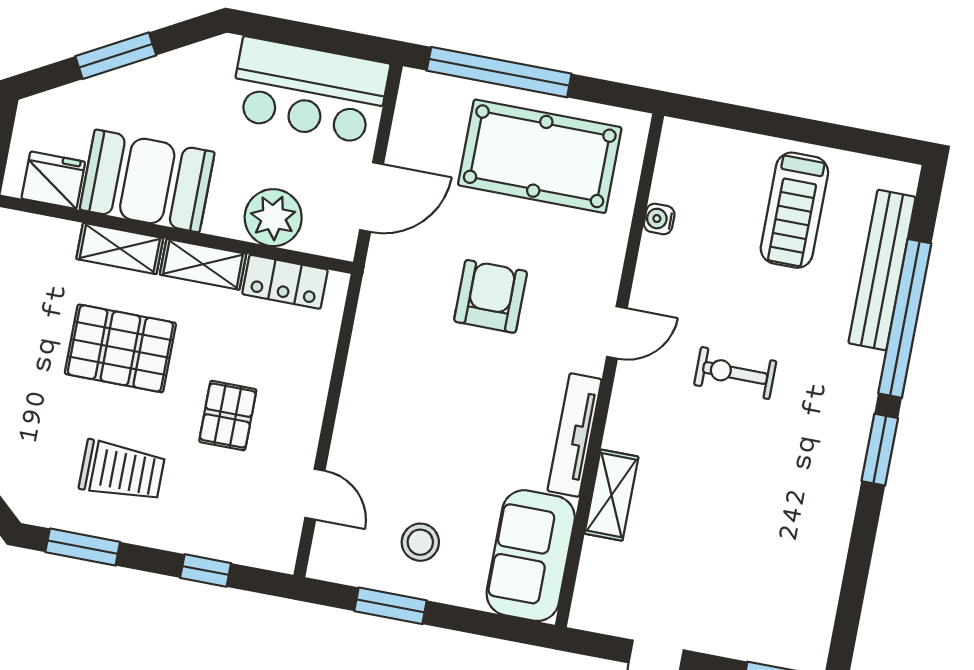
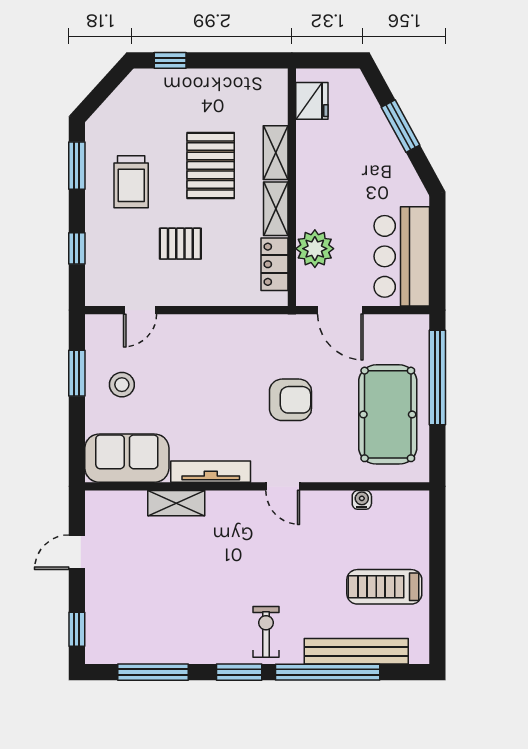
booth: (147, 181) -> (323, 162), removed
exercise bike: (735, 373) -> (266, 632), moved
window: (855, 577) -> (153, 672), added

